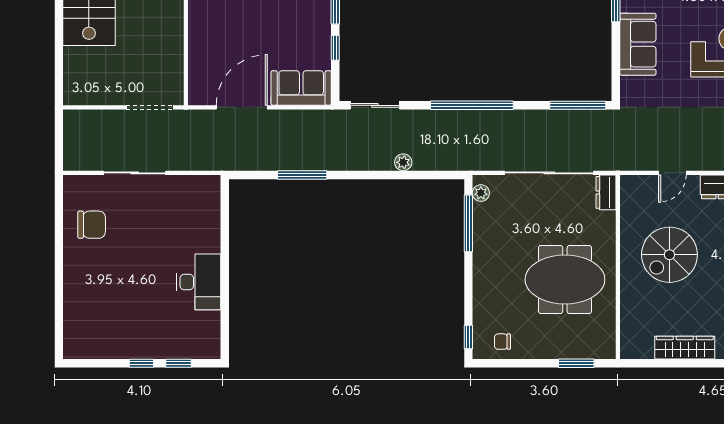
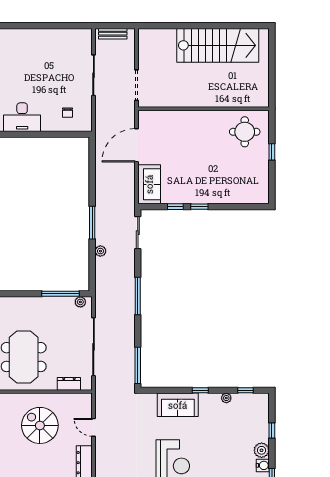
window: (472, 105) -> (138, 296), width x0.68
door: (242, 107) -> (136, 145), swing flipped
bench: (71, 143) -> (113, 34), added
window: (302, 175) -> (92, 223), moved
dresser: (606, 192) -> (69, 384), moved
chair: (92, 225) -> (68, 113), moved, width x0.54, depth x0.54

